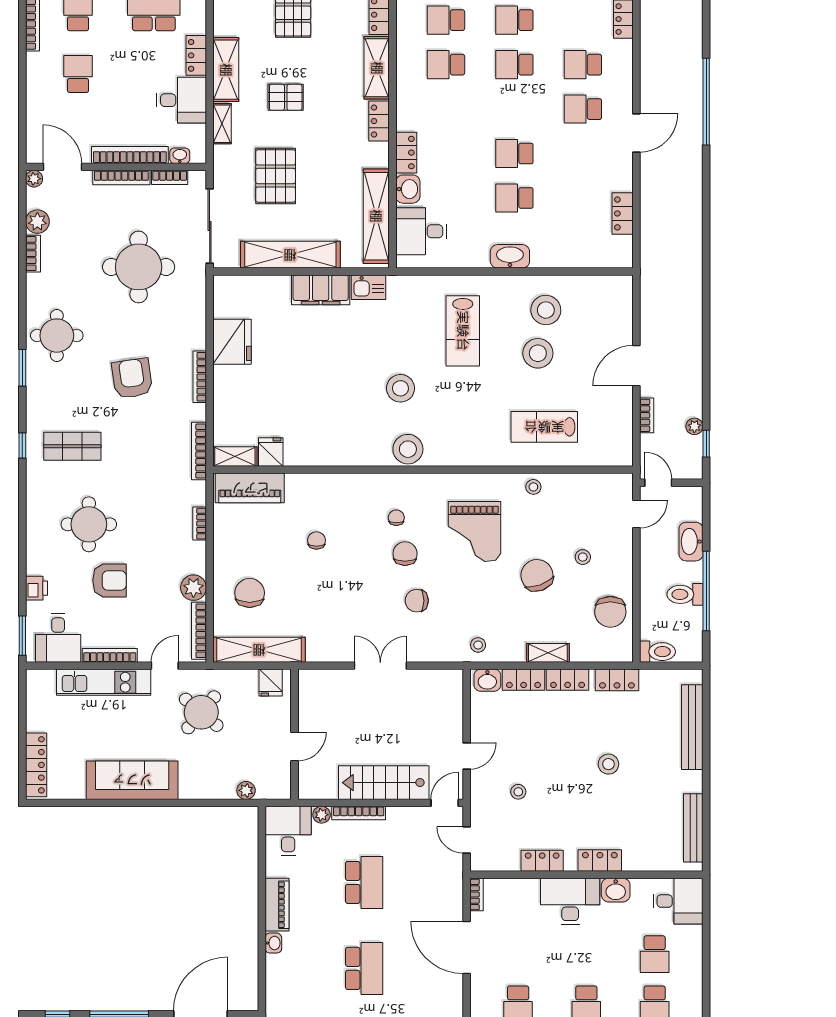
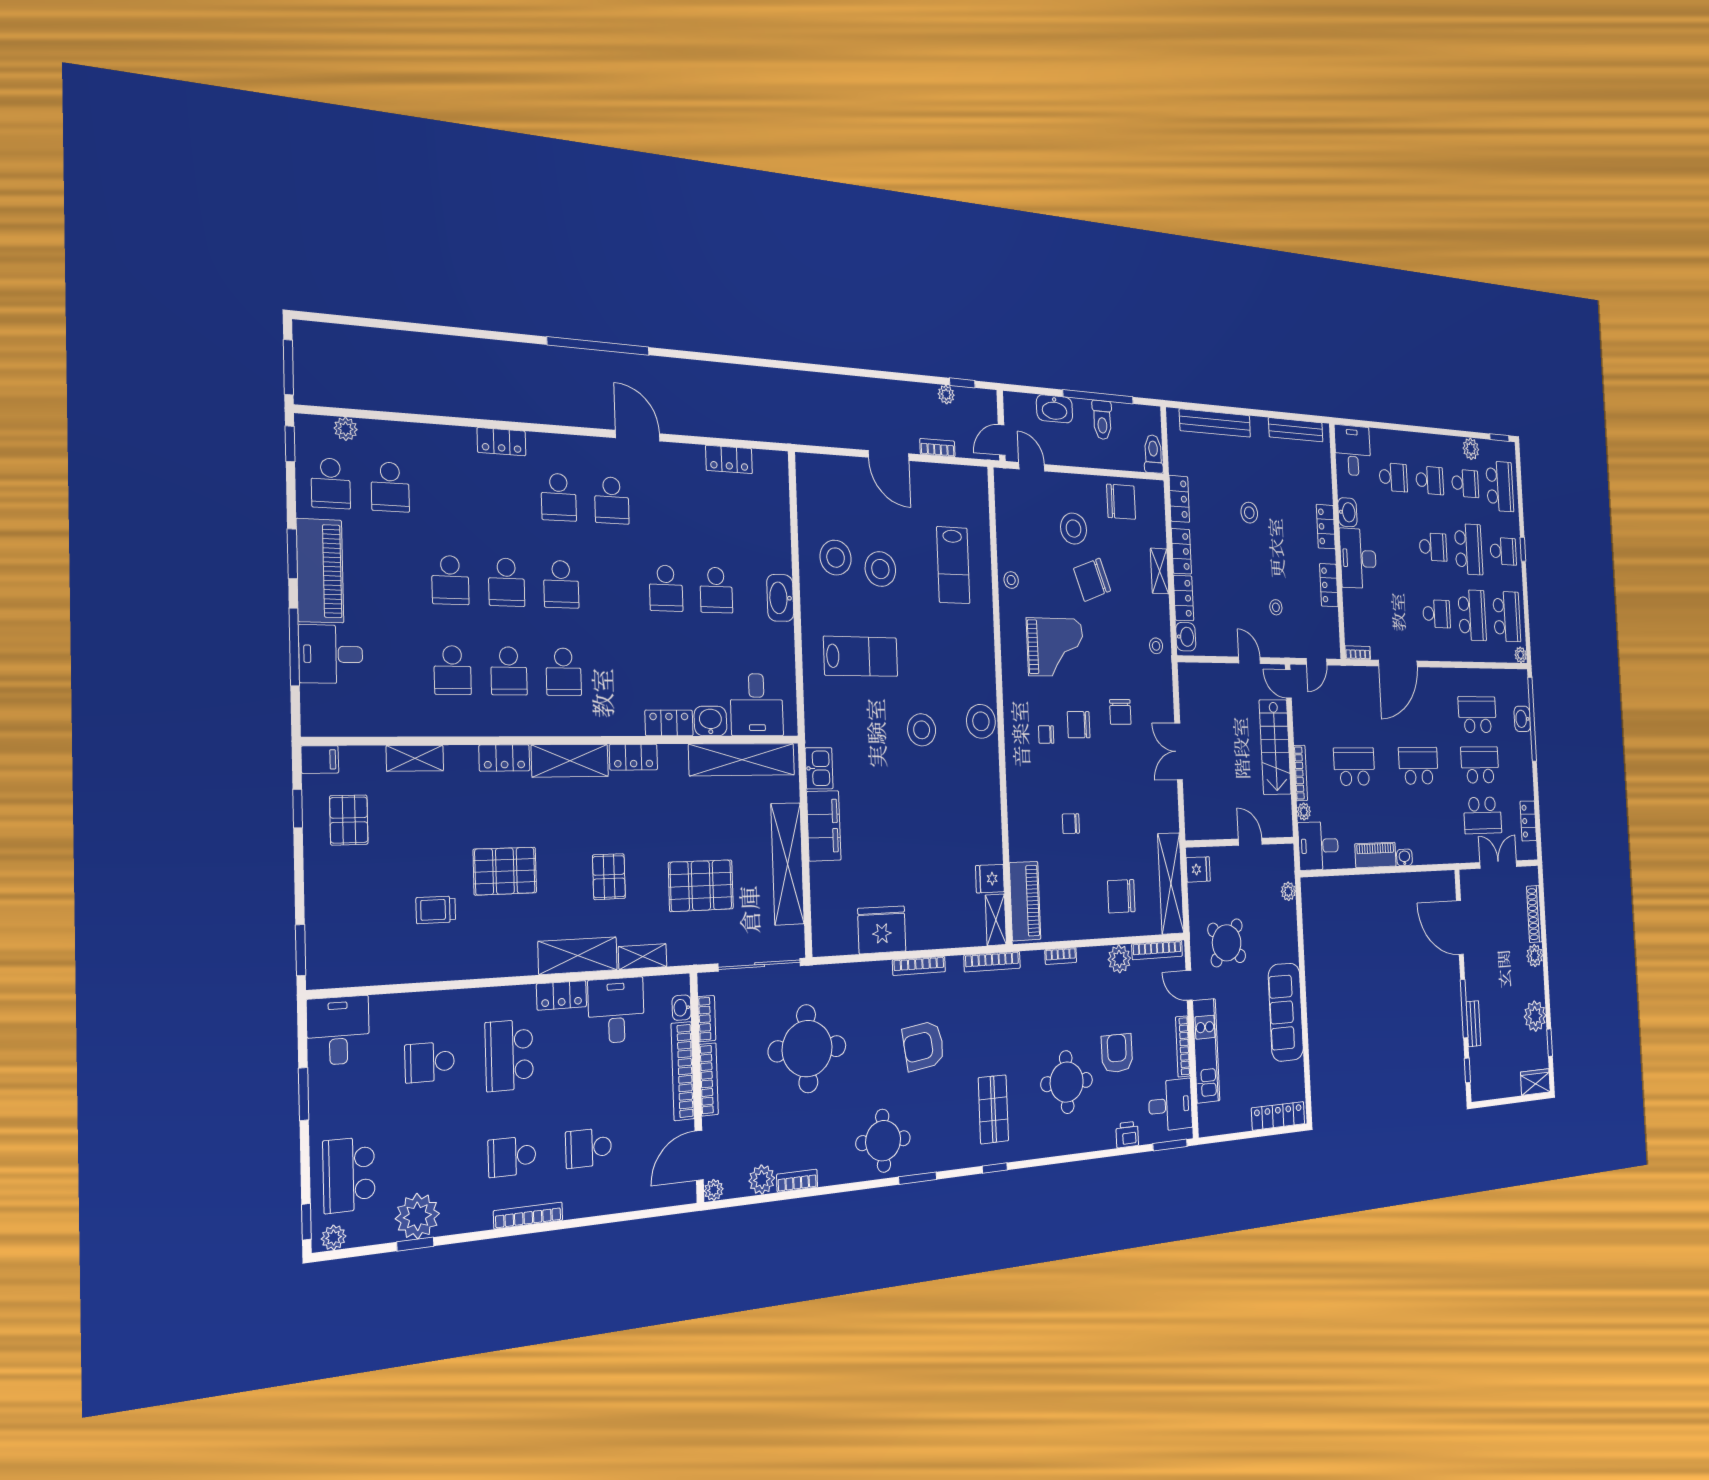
stool: (583, 557) -> (1074, 529), width x1.89, depth x1.89

